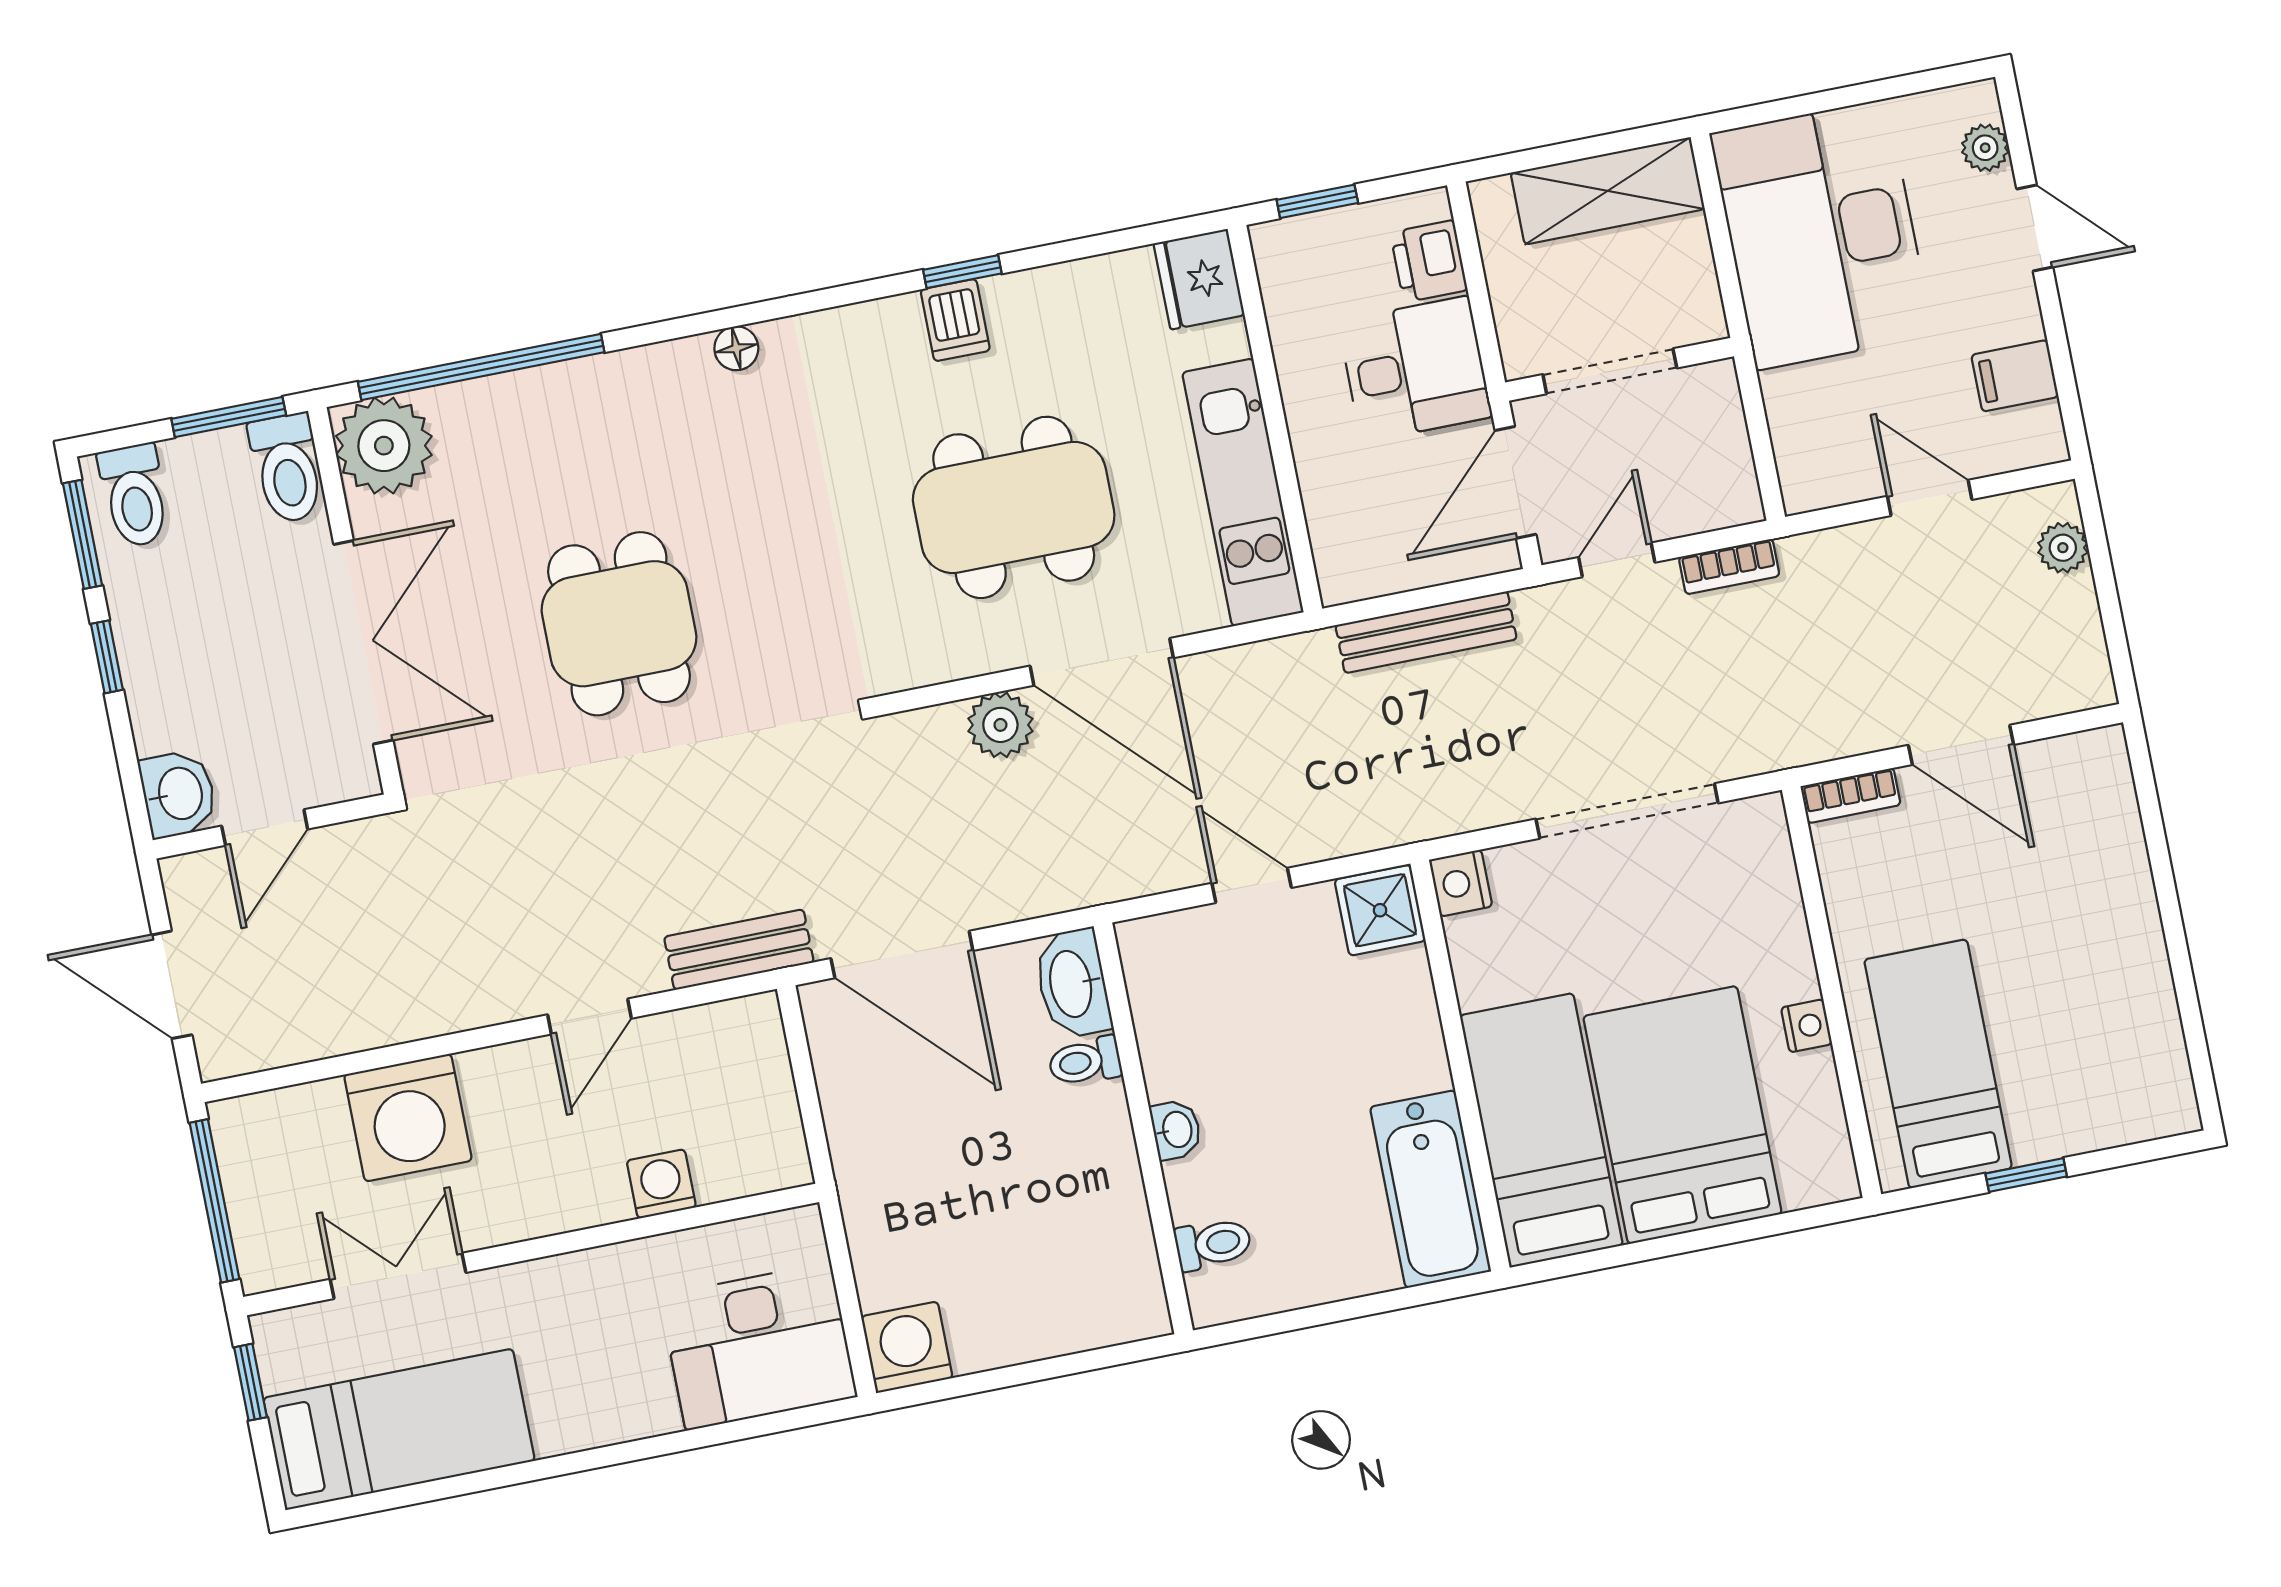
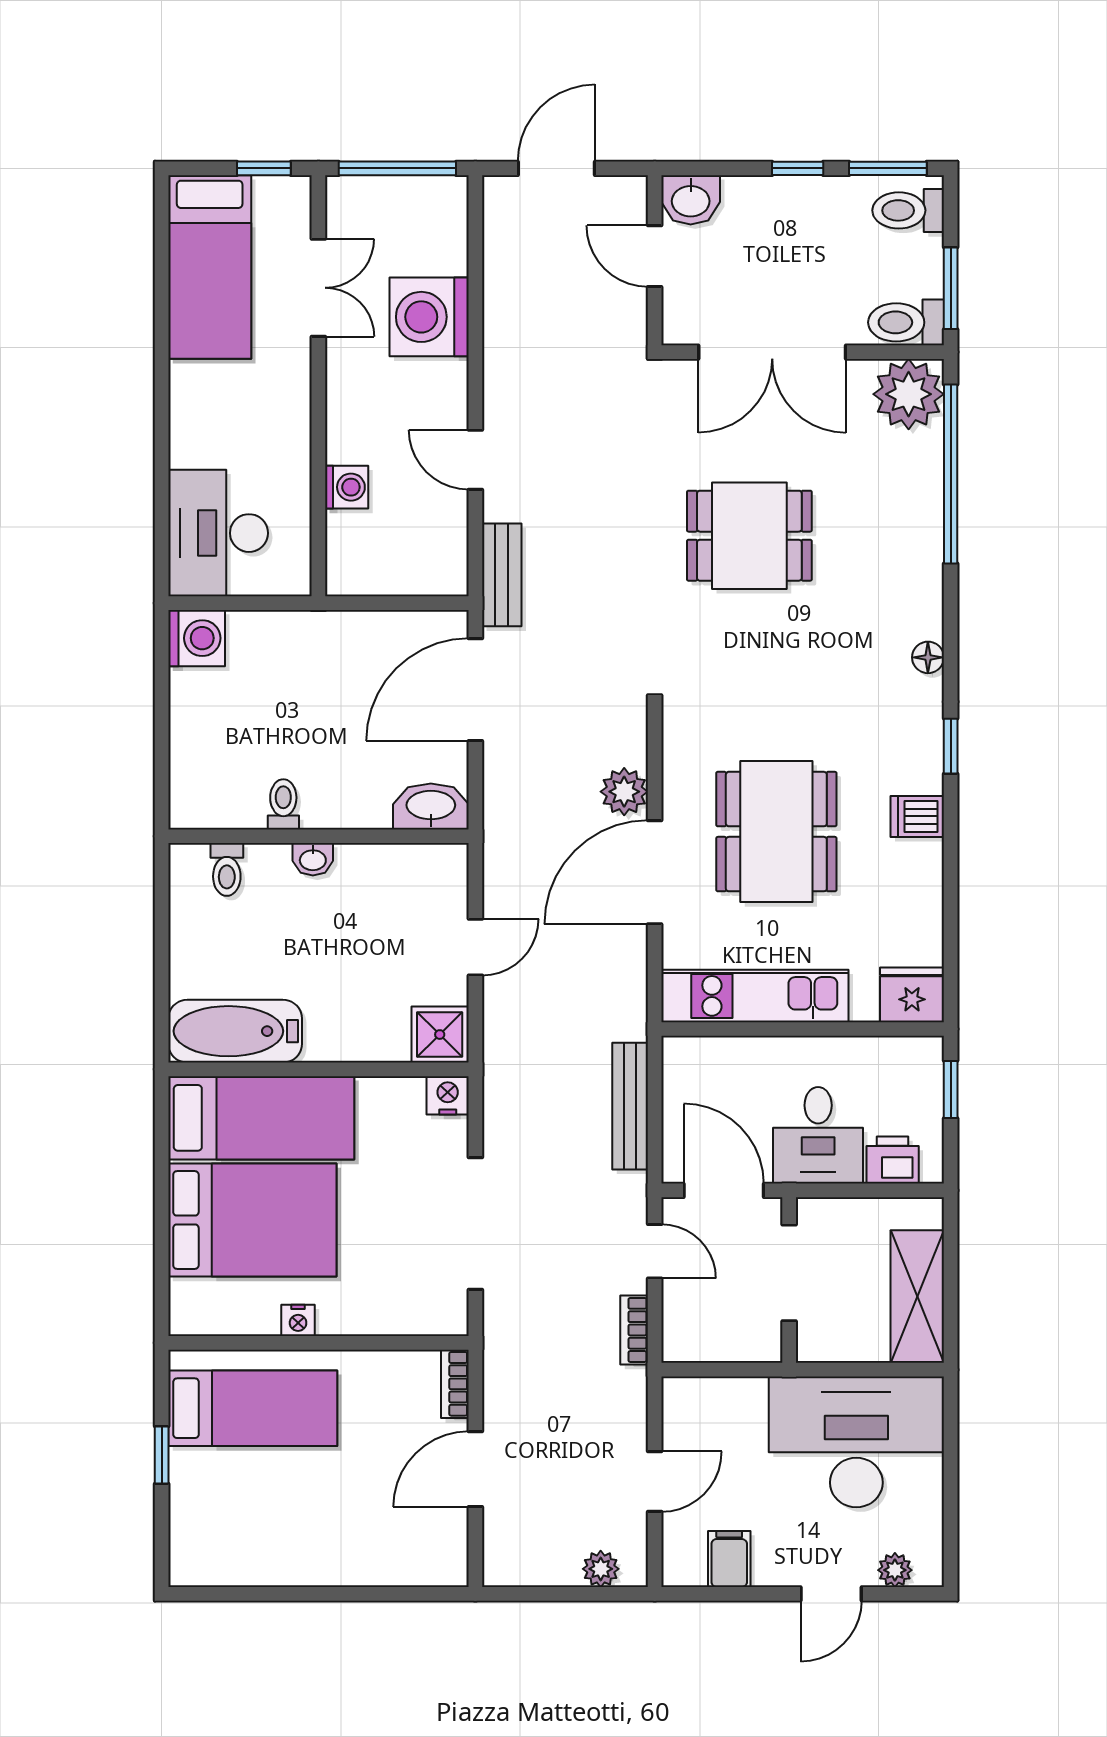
window: (962, 272) -> (951, 746), moved
toilet: (1085, 1061) -> (283, 804), moved

